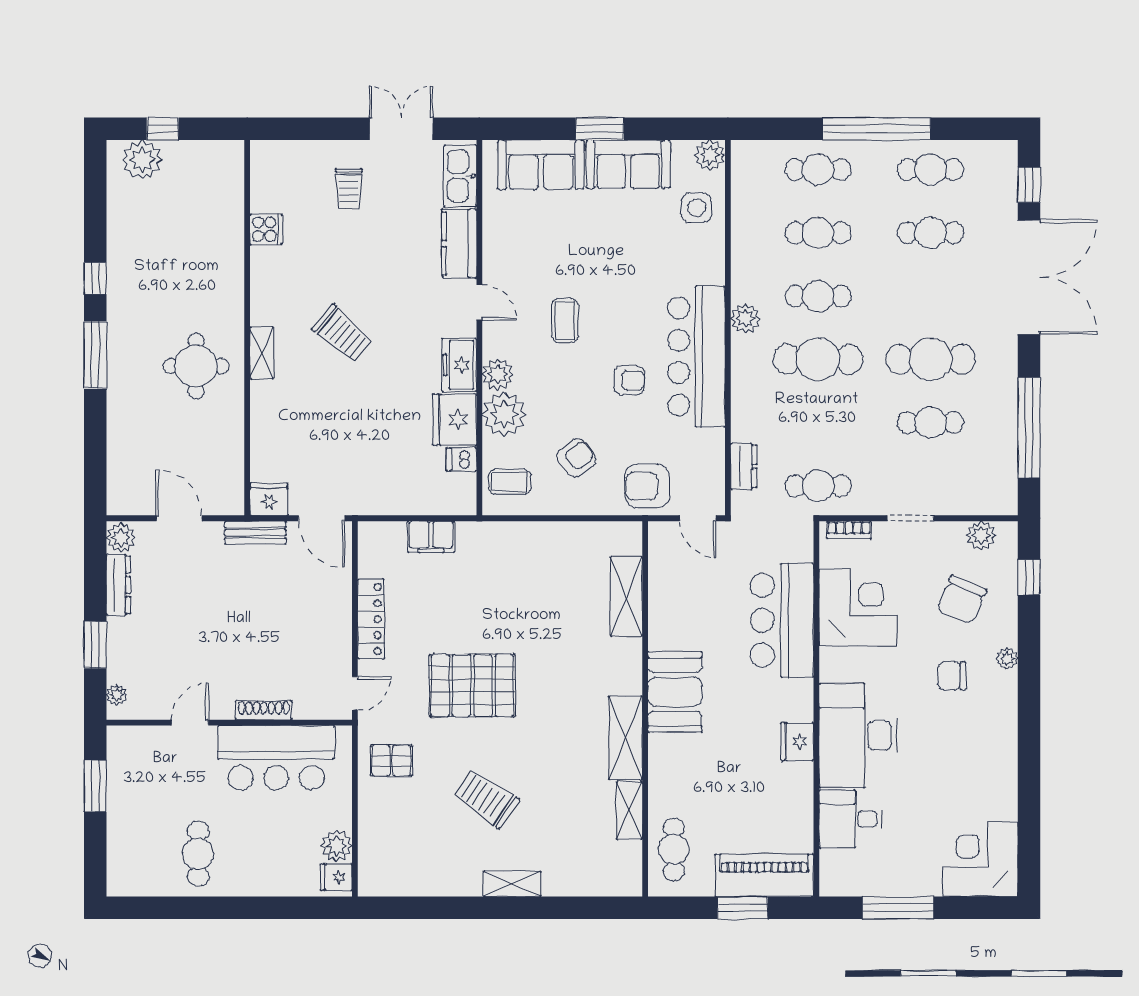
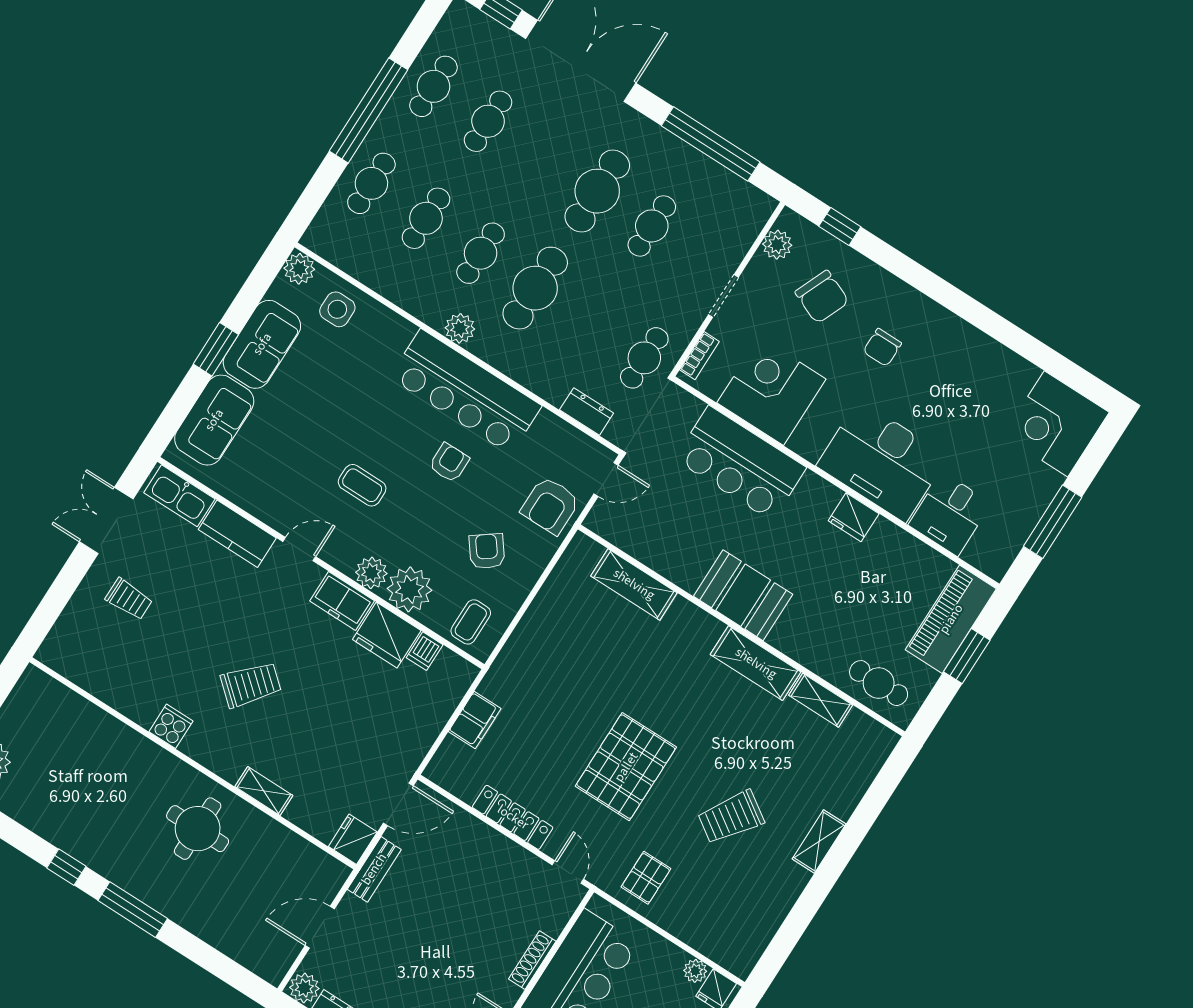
cooker: (266, 229) -> (171, 726), moved
shelving: (262, 353) -> (264, 791), moved
plant: (1007, 658) -> (898, 290), removed
plant: (336, 846) -> (695, 971), width x0.73, depth x0.73

